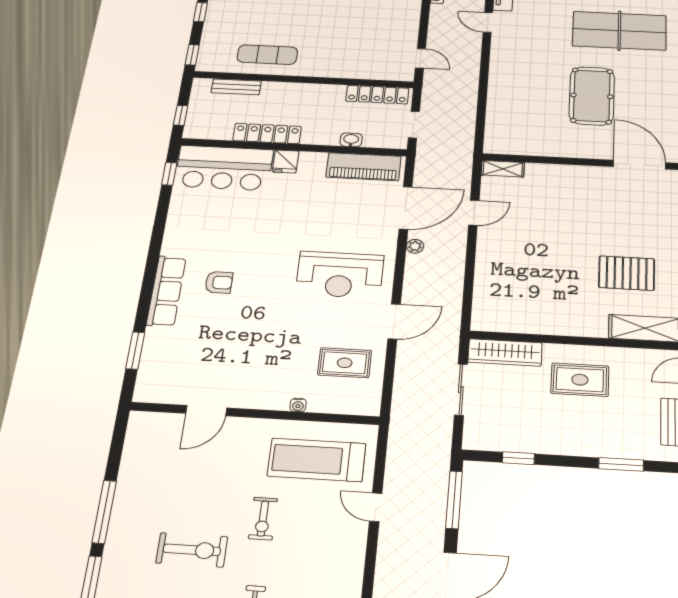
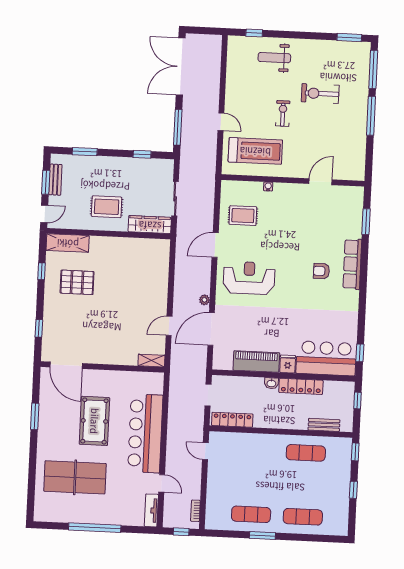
bar counter: (513, 80) -> (145, 433), added
washbasin: (351, 140) -> (271, 383), moved
piano: (364, 167) -> (256, 361), moved

